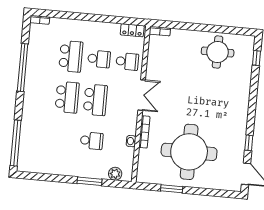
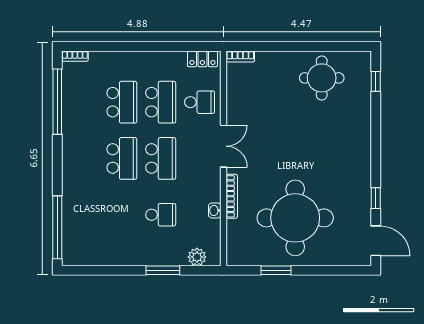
school desk: (99, 59) -> (161, 102), width x1.85
window: (23, 68) -> (57, 102), moved

